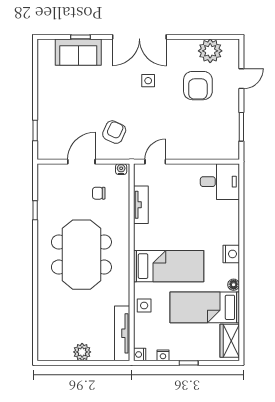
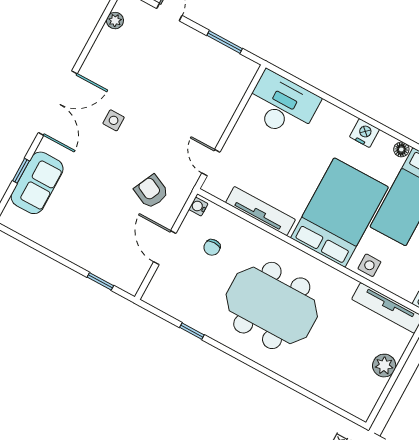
plant: (210, 51) -> (115, 21), width x0.53, depth x0.53
armchair: (198, 86) -> (150, 66), removed
desk: (220, 182) -> (282, 105), width x1.37
tv unit: (141, 205) -> (260, 211), width x1.41
bed: (169, 266) -> (339, 213), width x1.50

